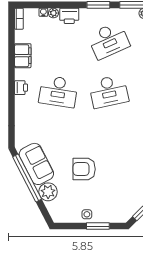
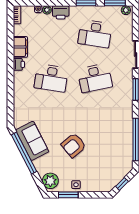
desk: (109, 40) -> (95, 34), turned 33
printer: (21, 88) -> (19, 64), moved
armchair: (84, 169) -> (74, 145), turned -40
plant: (48, 192) -> (50, 181), moved
window: (98, 226) -> (68, 195), moved

